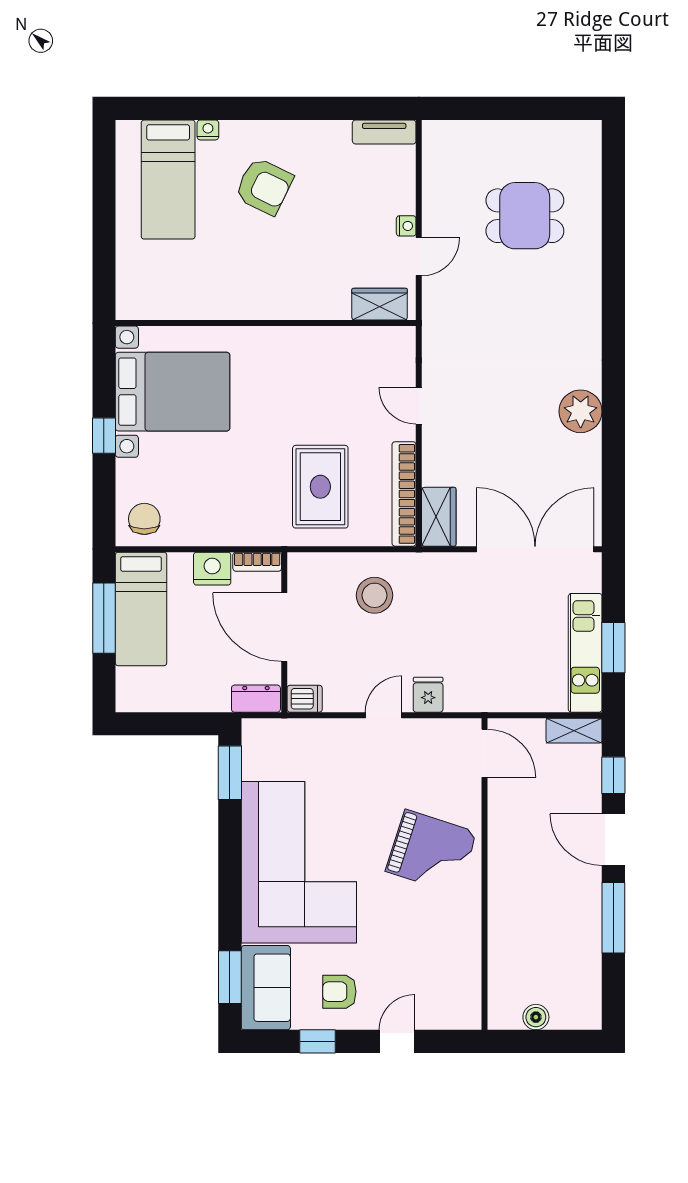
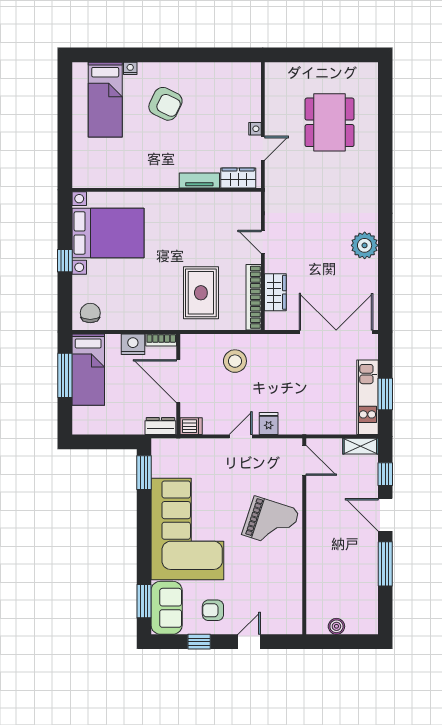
tv unit: (384, 132) -> (199, 180), moved, turned 180
dining table: (525, 216) -> (330, 122), width x1.38
wardrobe: (439, 517) -> (275, 292), moved

